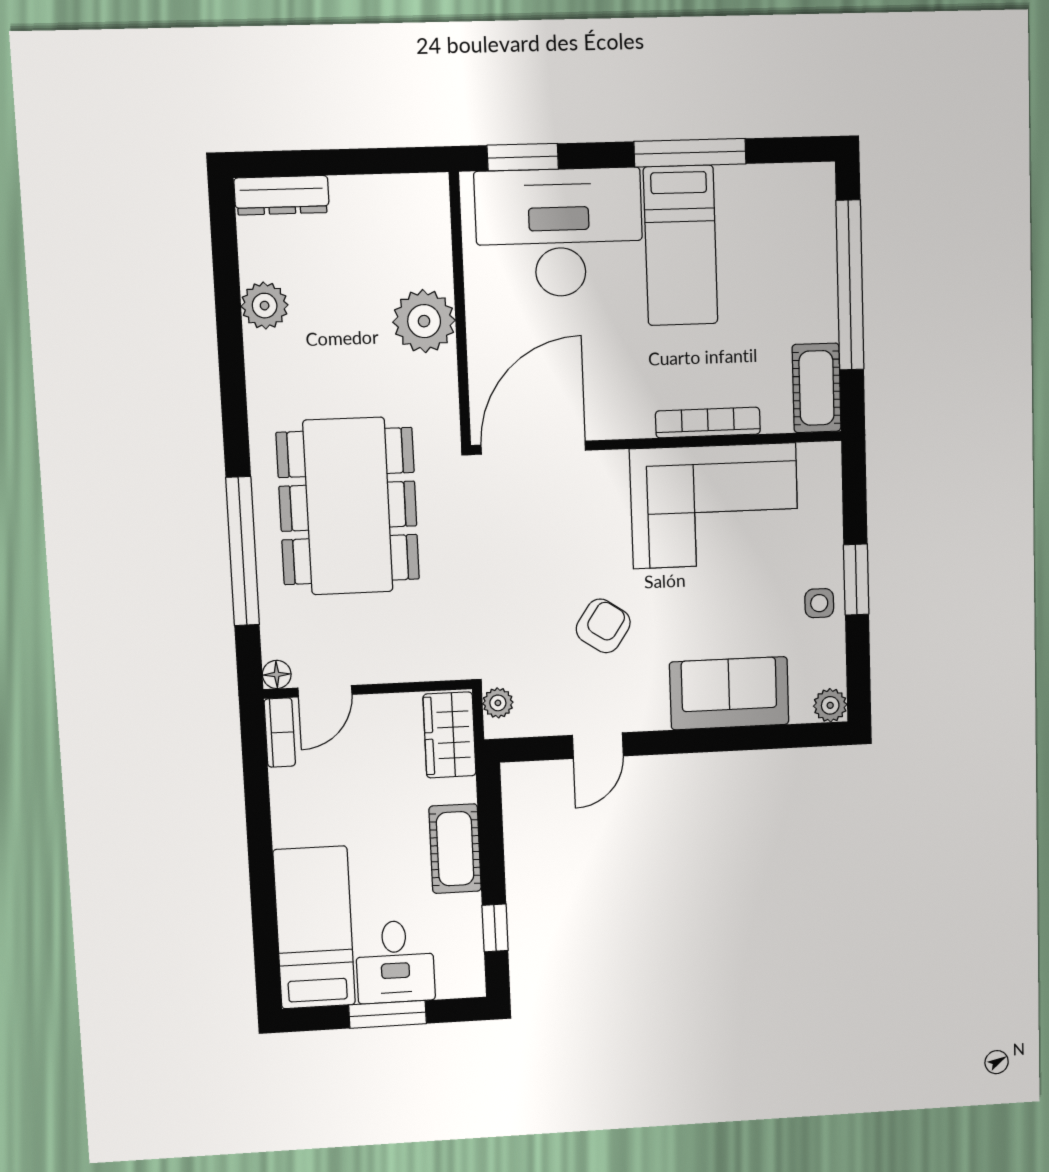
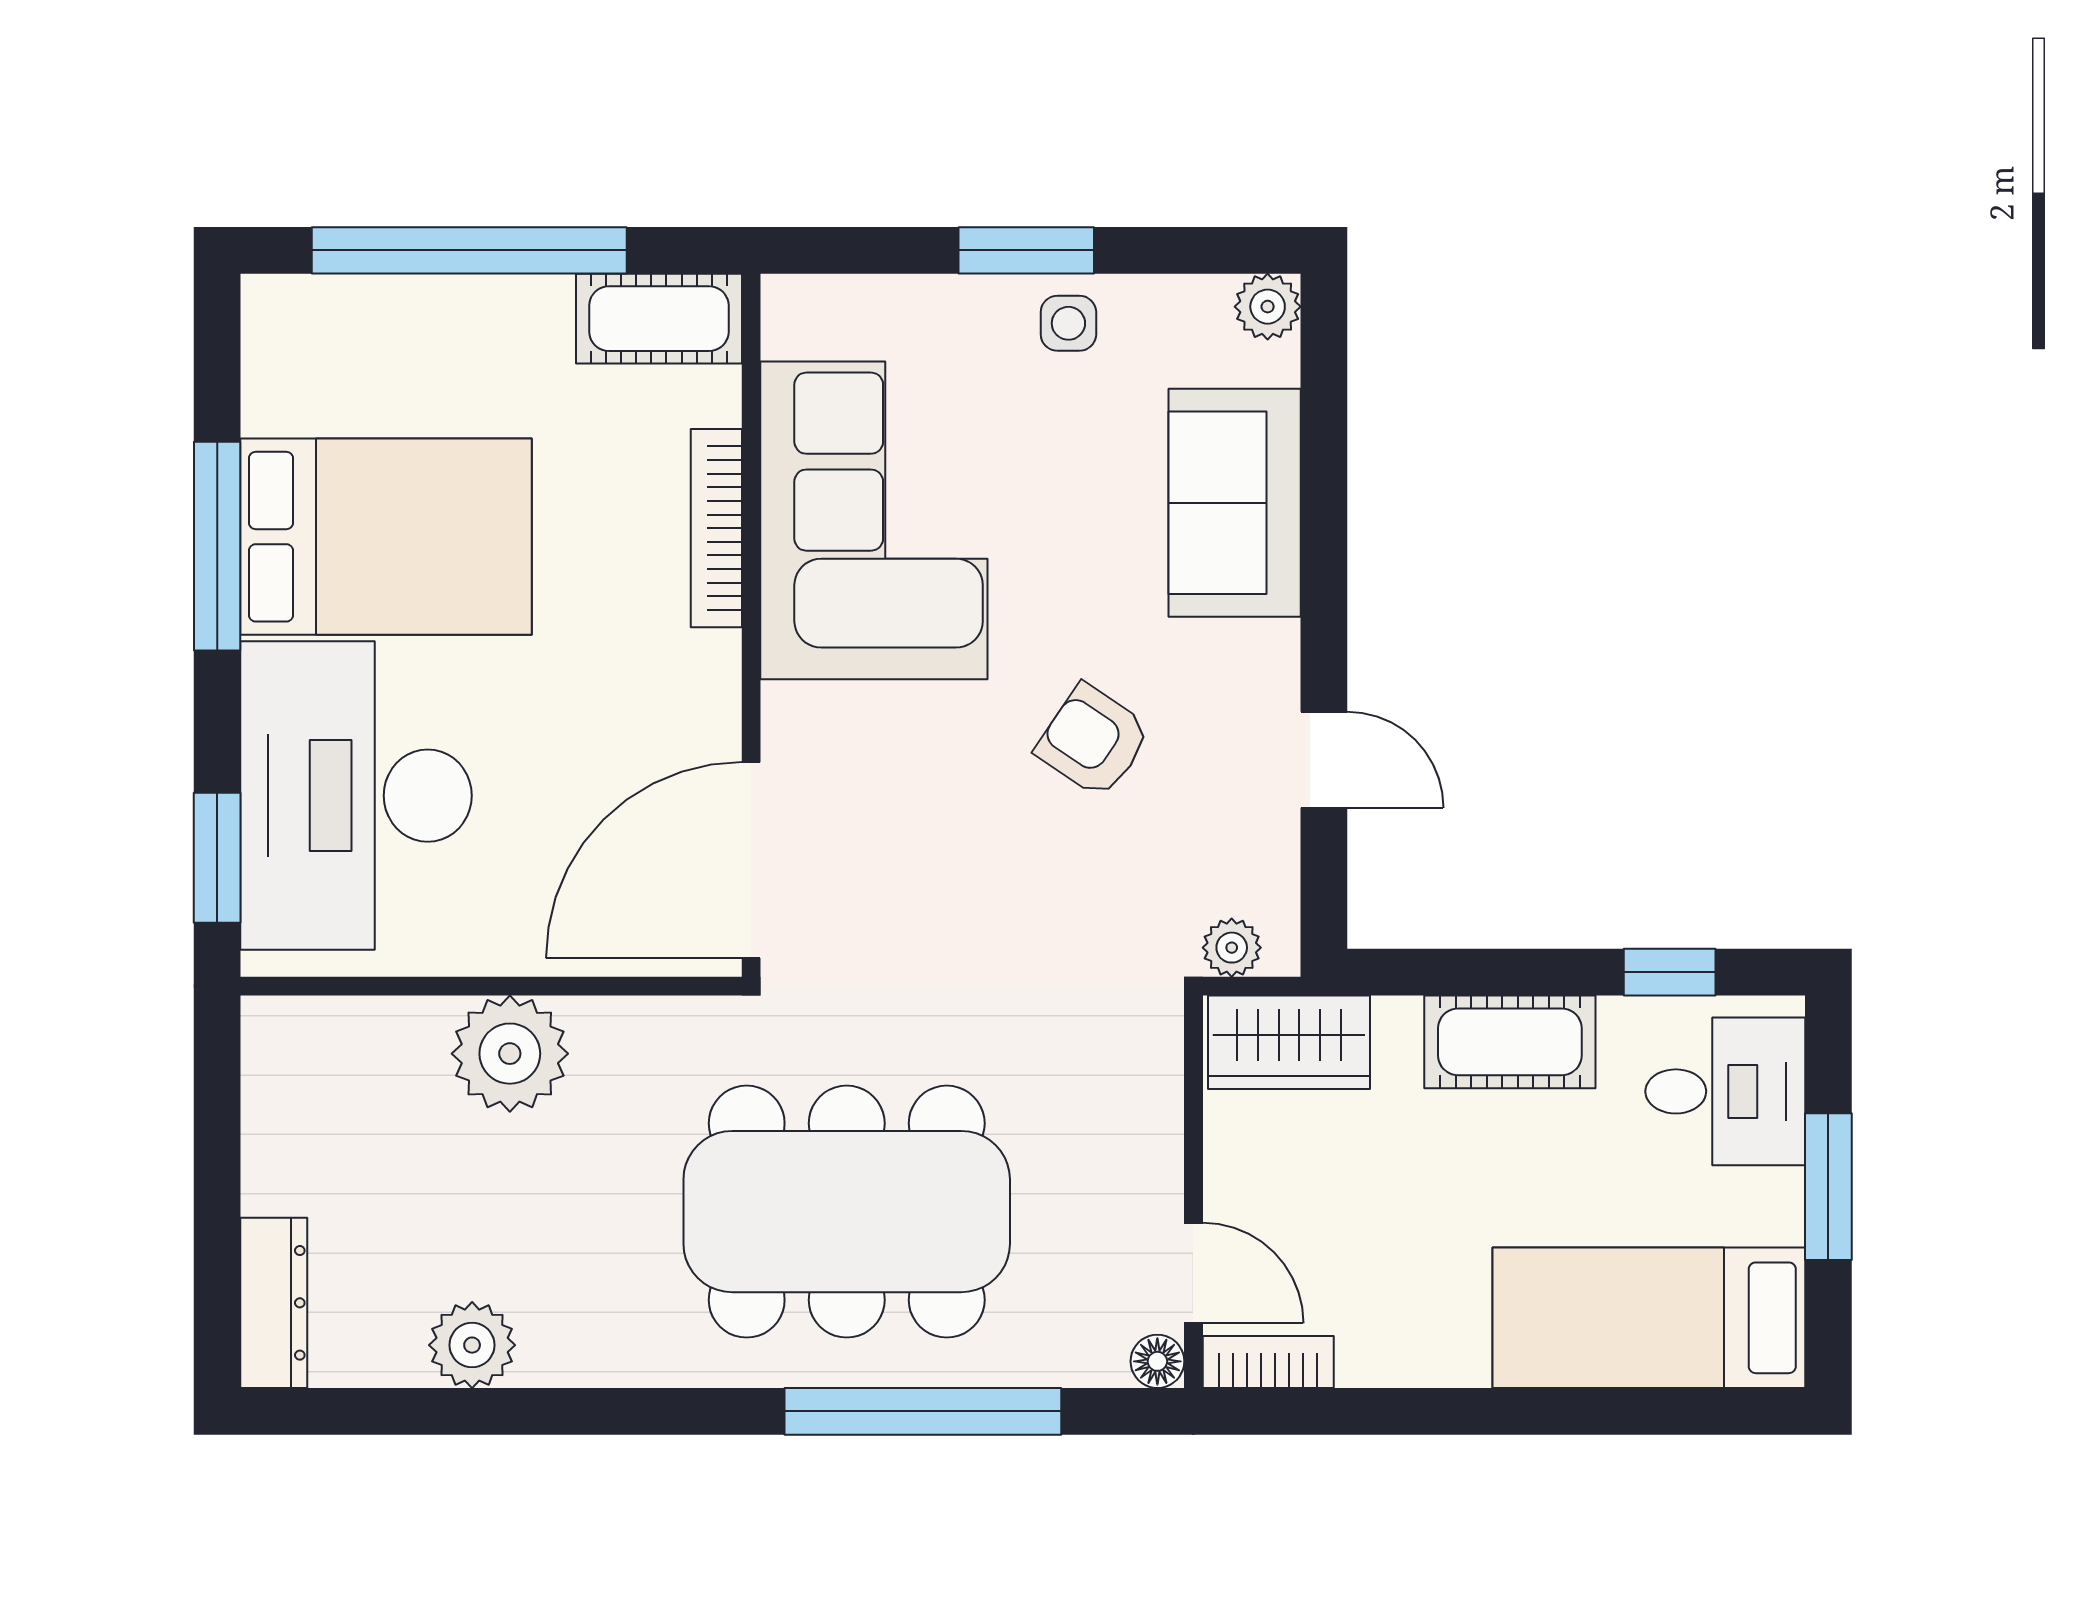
bed: (681, 245) -> (386, 537), width x1.50
door: (533, 448) -> (751, 860), hinge flipped
desk: (395, 962) -> (1725, 1091), moved

